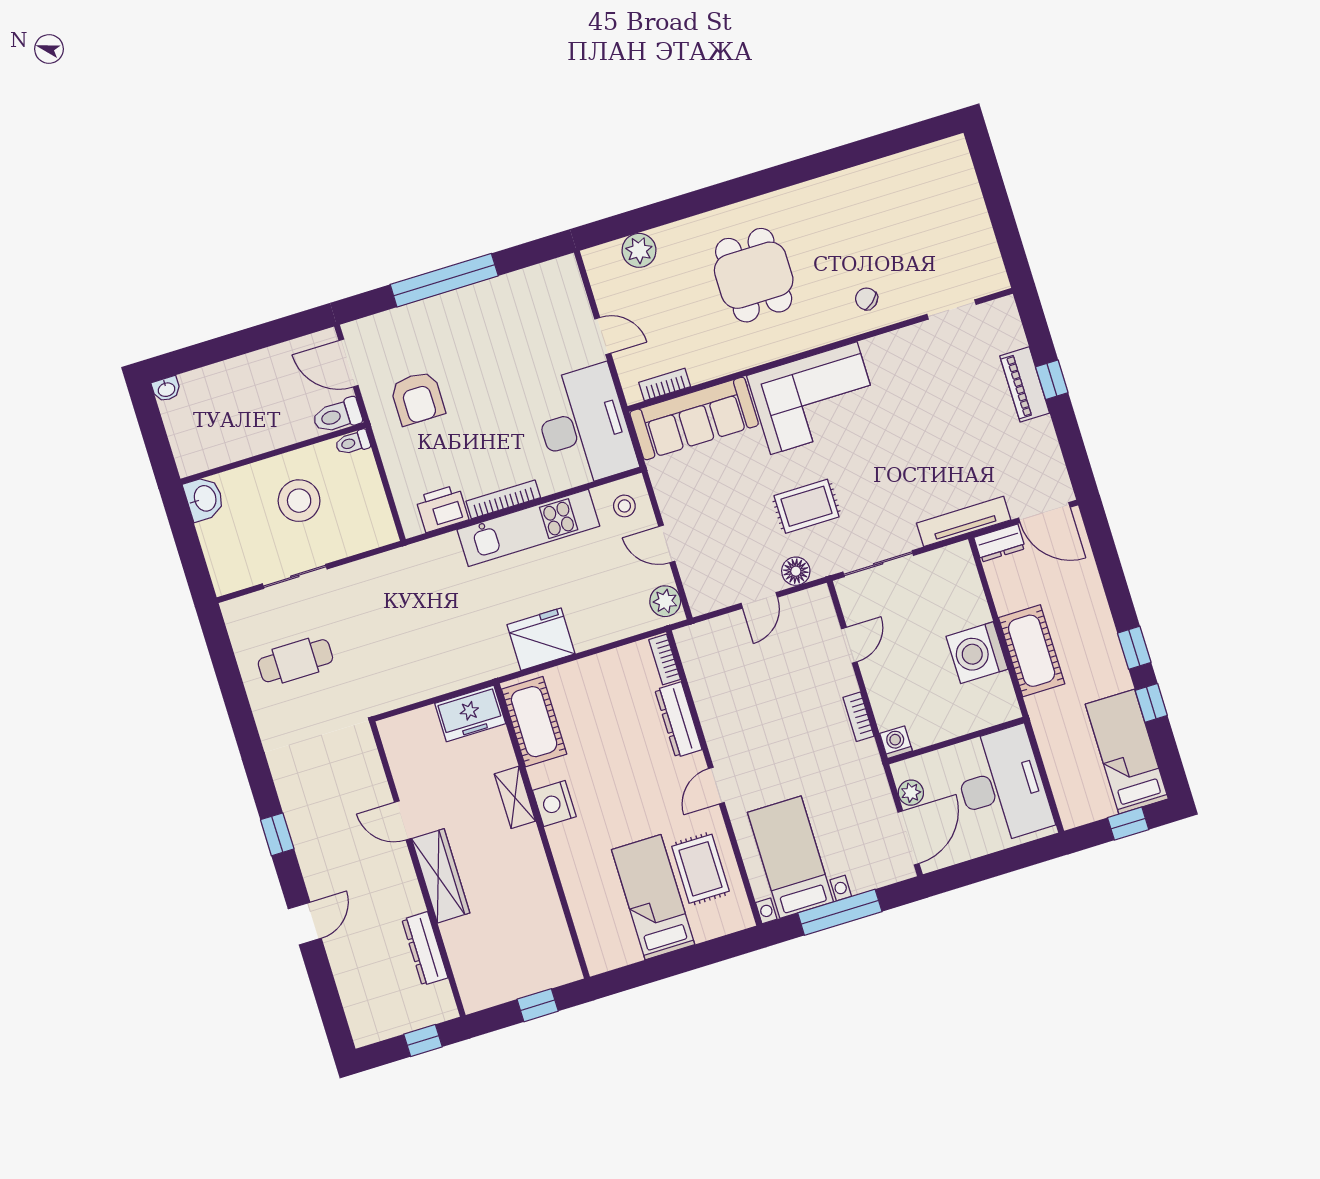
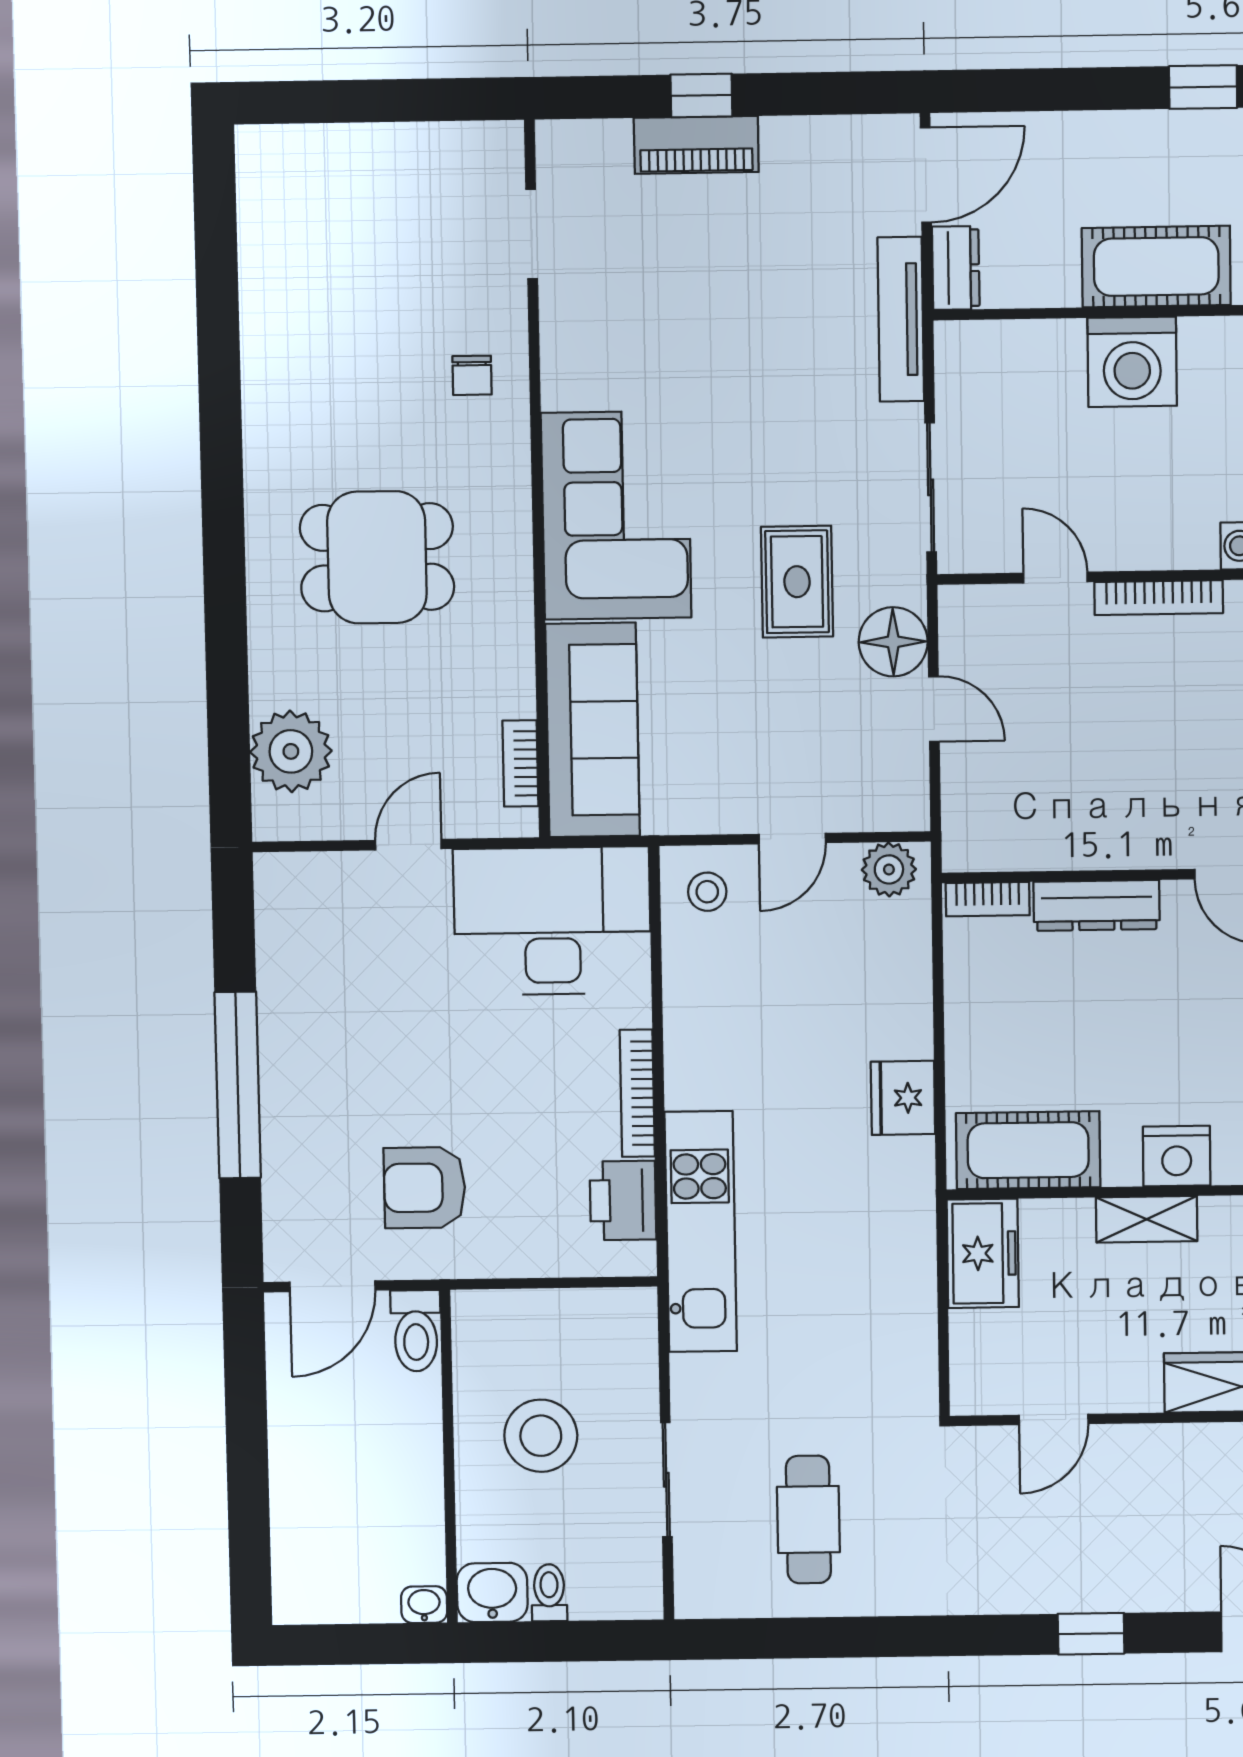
plant: (639, 250) -> (291, 751), width x1.36, depth x1.36
chair: (867, 299) -> (472, 375), turned -48
washbasin: (166, 389) -> (424, 1605), moved, turned -90
armchair: (418, 398) -> (425, 1188), turned 180
toilet: (353, 442) -> (549, 1593), moved, turned 180
kitchen unit: (528, 528) -> (701, 1232), moved
floor lamp: (796, 571) -> (893, 642), width x1.38, depth x1.38
fridge: (541, 639) -> (903, 1098), width x0.73, depth x0.75
bookcase: (859, 717) -> (1159, 598), width x1.56
door: (403, 820) -> (1054, 1419), moved

